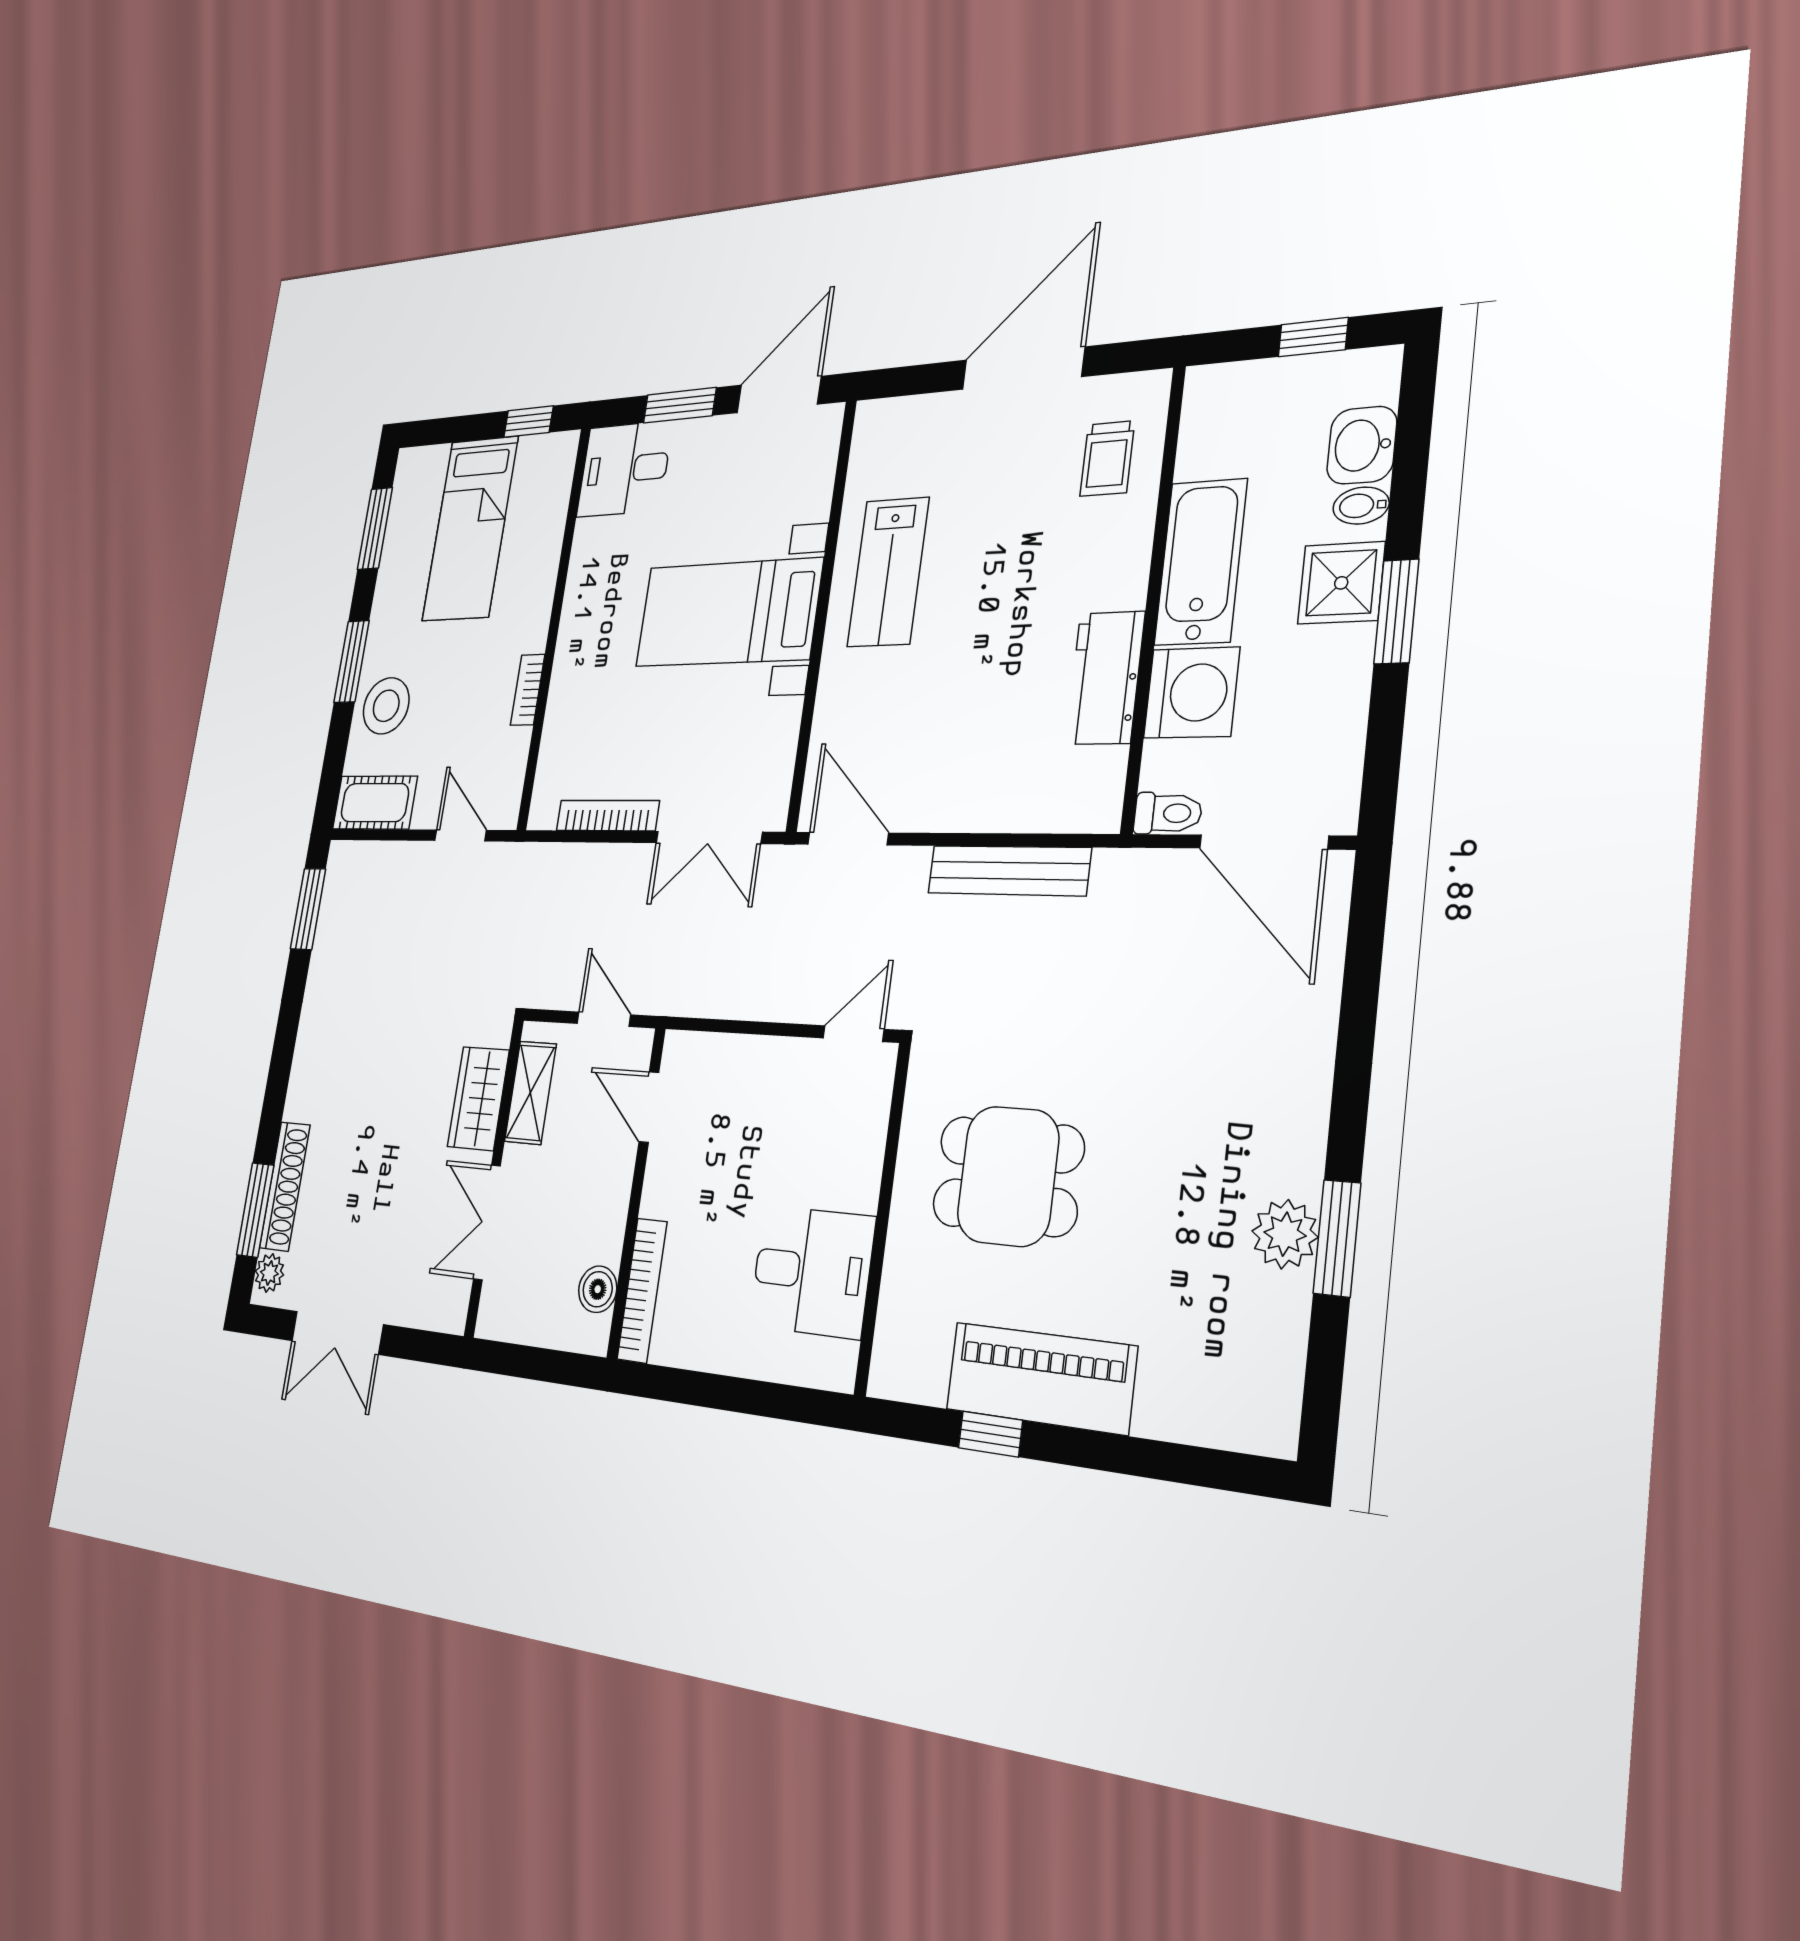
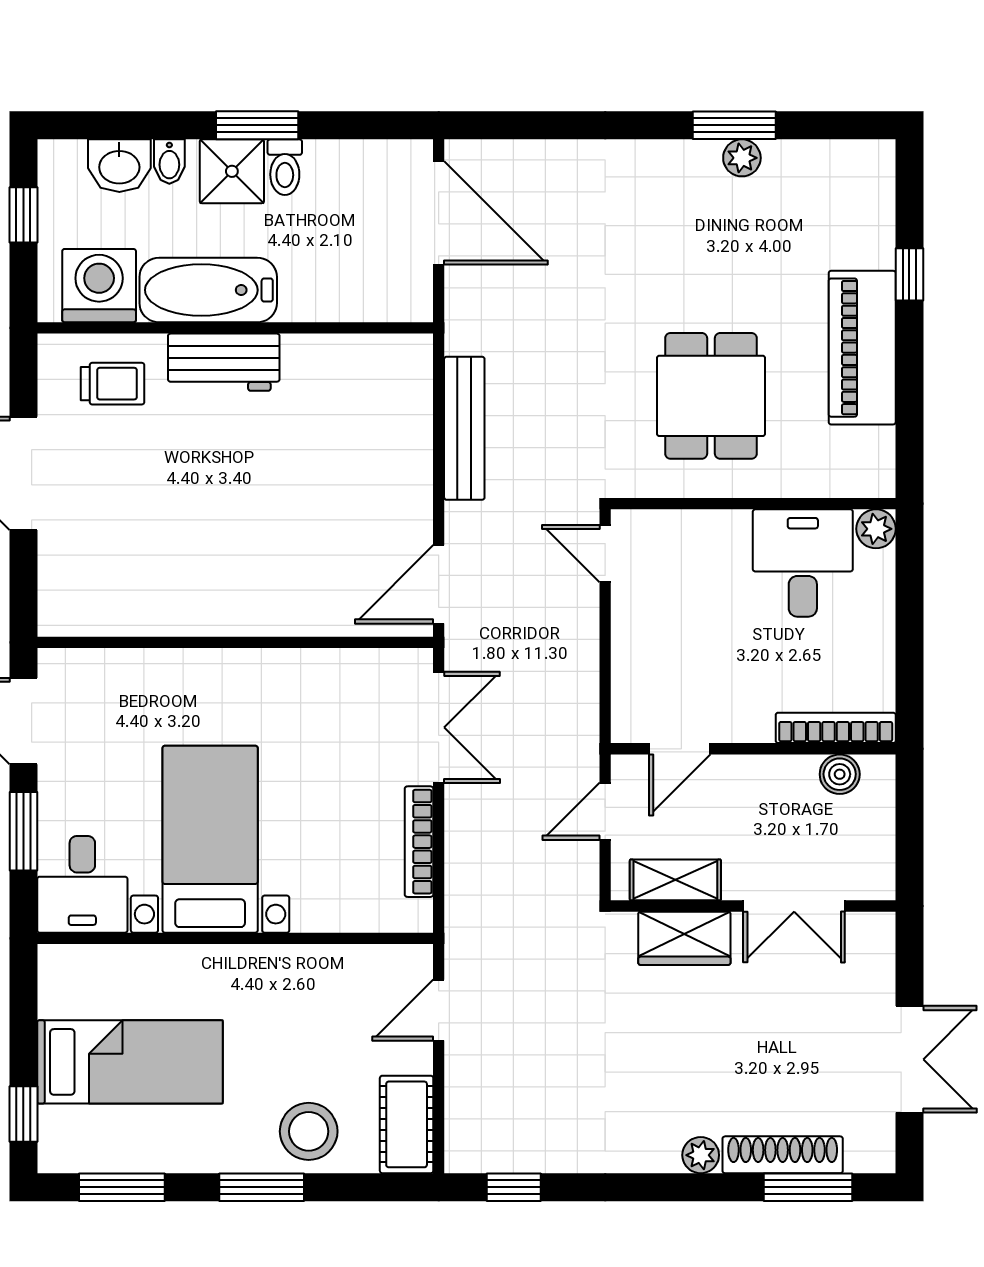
window: (529, 422) -> (23, 1114), moved
lab bench: (888, 572) -> (201, 580), removed
bed with nightstands: (728, 613) -> (210, 839), moved, turned 180
workbench: (1105, 678) -> (224, 362), moved
bookcase: (528, 690) -> (297, 958), removed
washing machine: (1192, 693) -> (99, 286), moved
toilet: (1168, 813) -> (285, 167), moved, turned 180
door: (1263, 842) -> (439, 213), hinge flipped
window: (308, 909) -> (514, 1187), width x0.67
plant: (1285, 1234) -> (742, 158), width x0.73, depth x0.73
plant: (269, 1273) -> (701, 1155), moved
plant: (836, 1367) -> (876, 529), added
window: (990, 1434) -> (909, 274), moved

